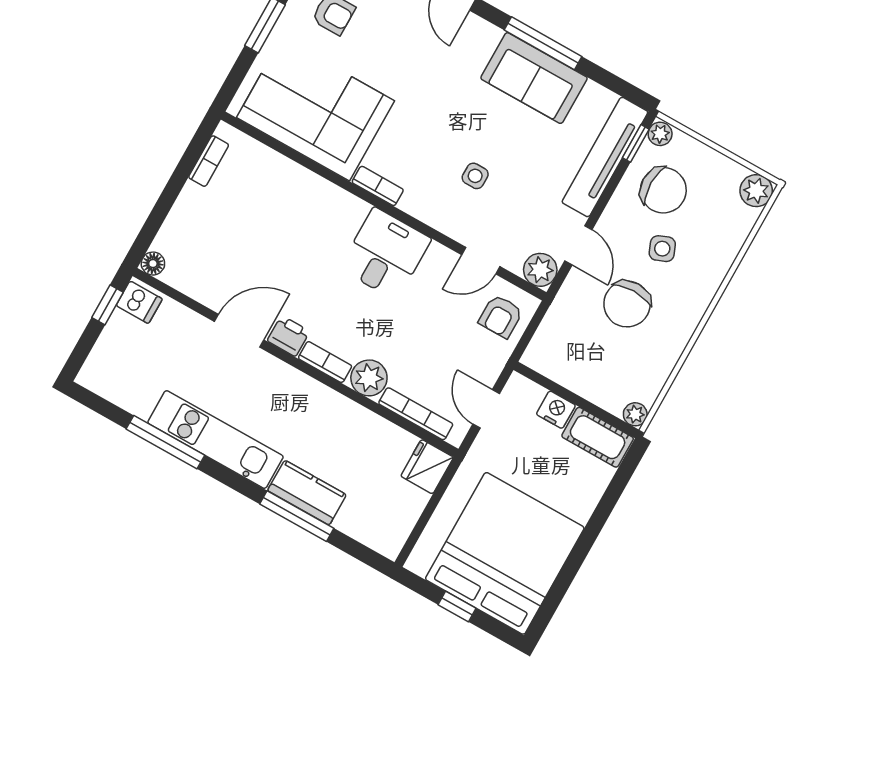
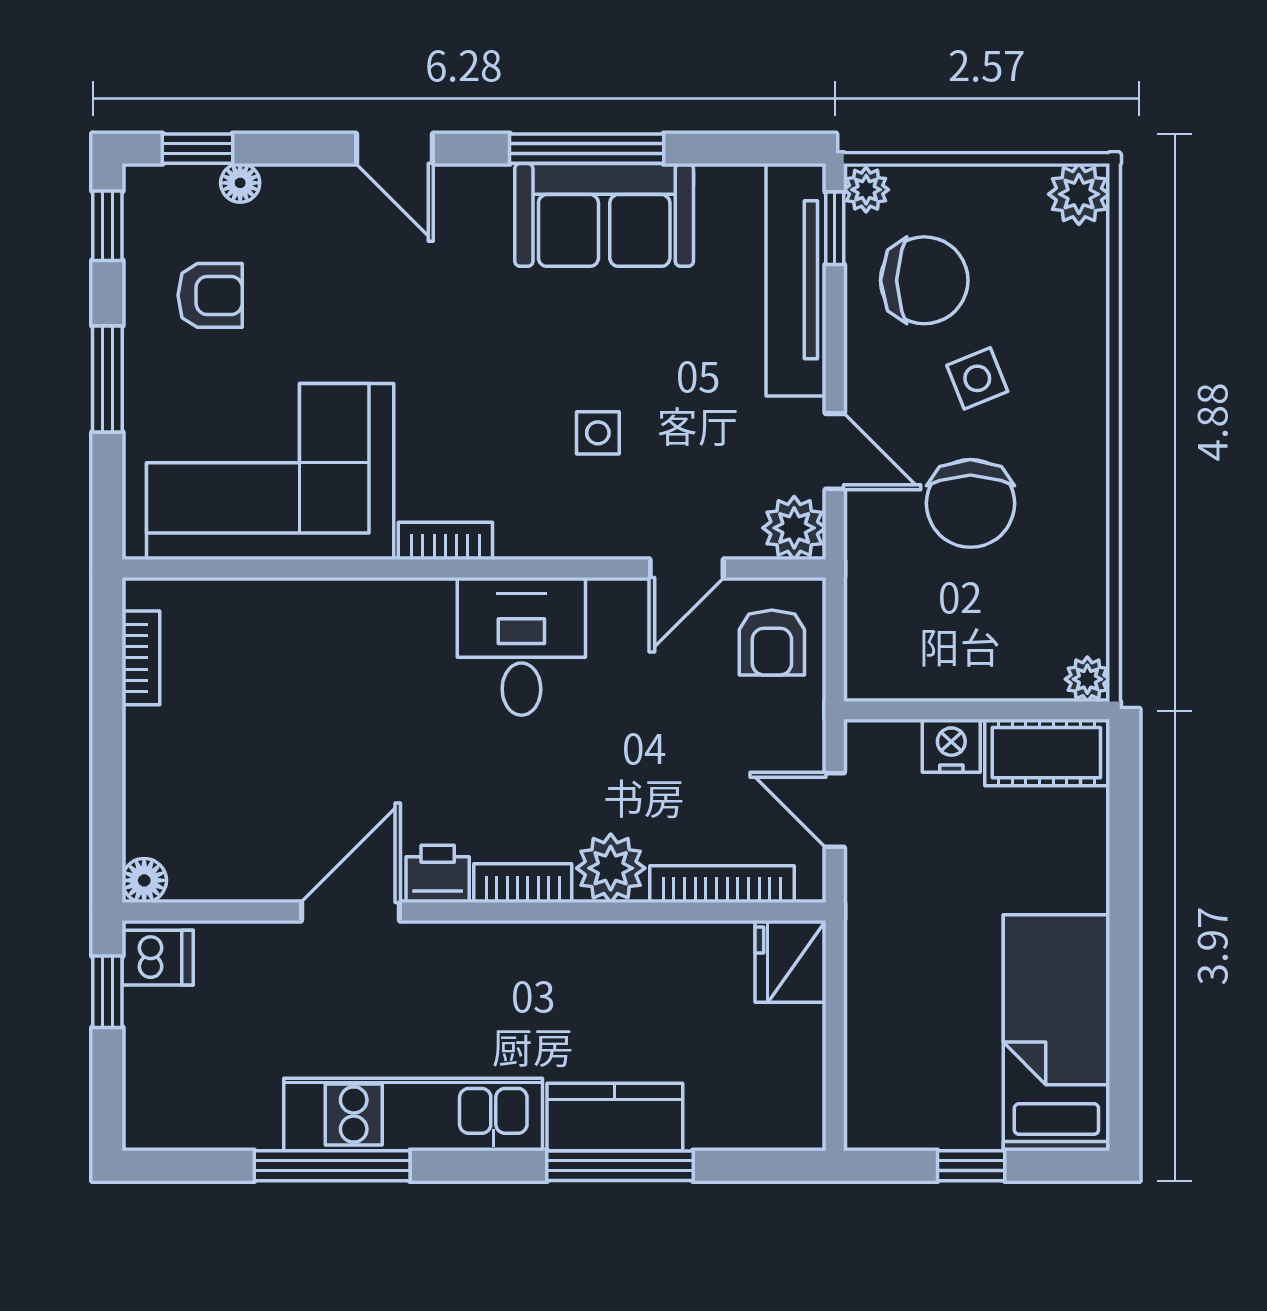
bed: (505, 553) -> (1056, 1033), width x0.49

